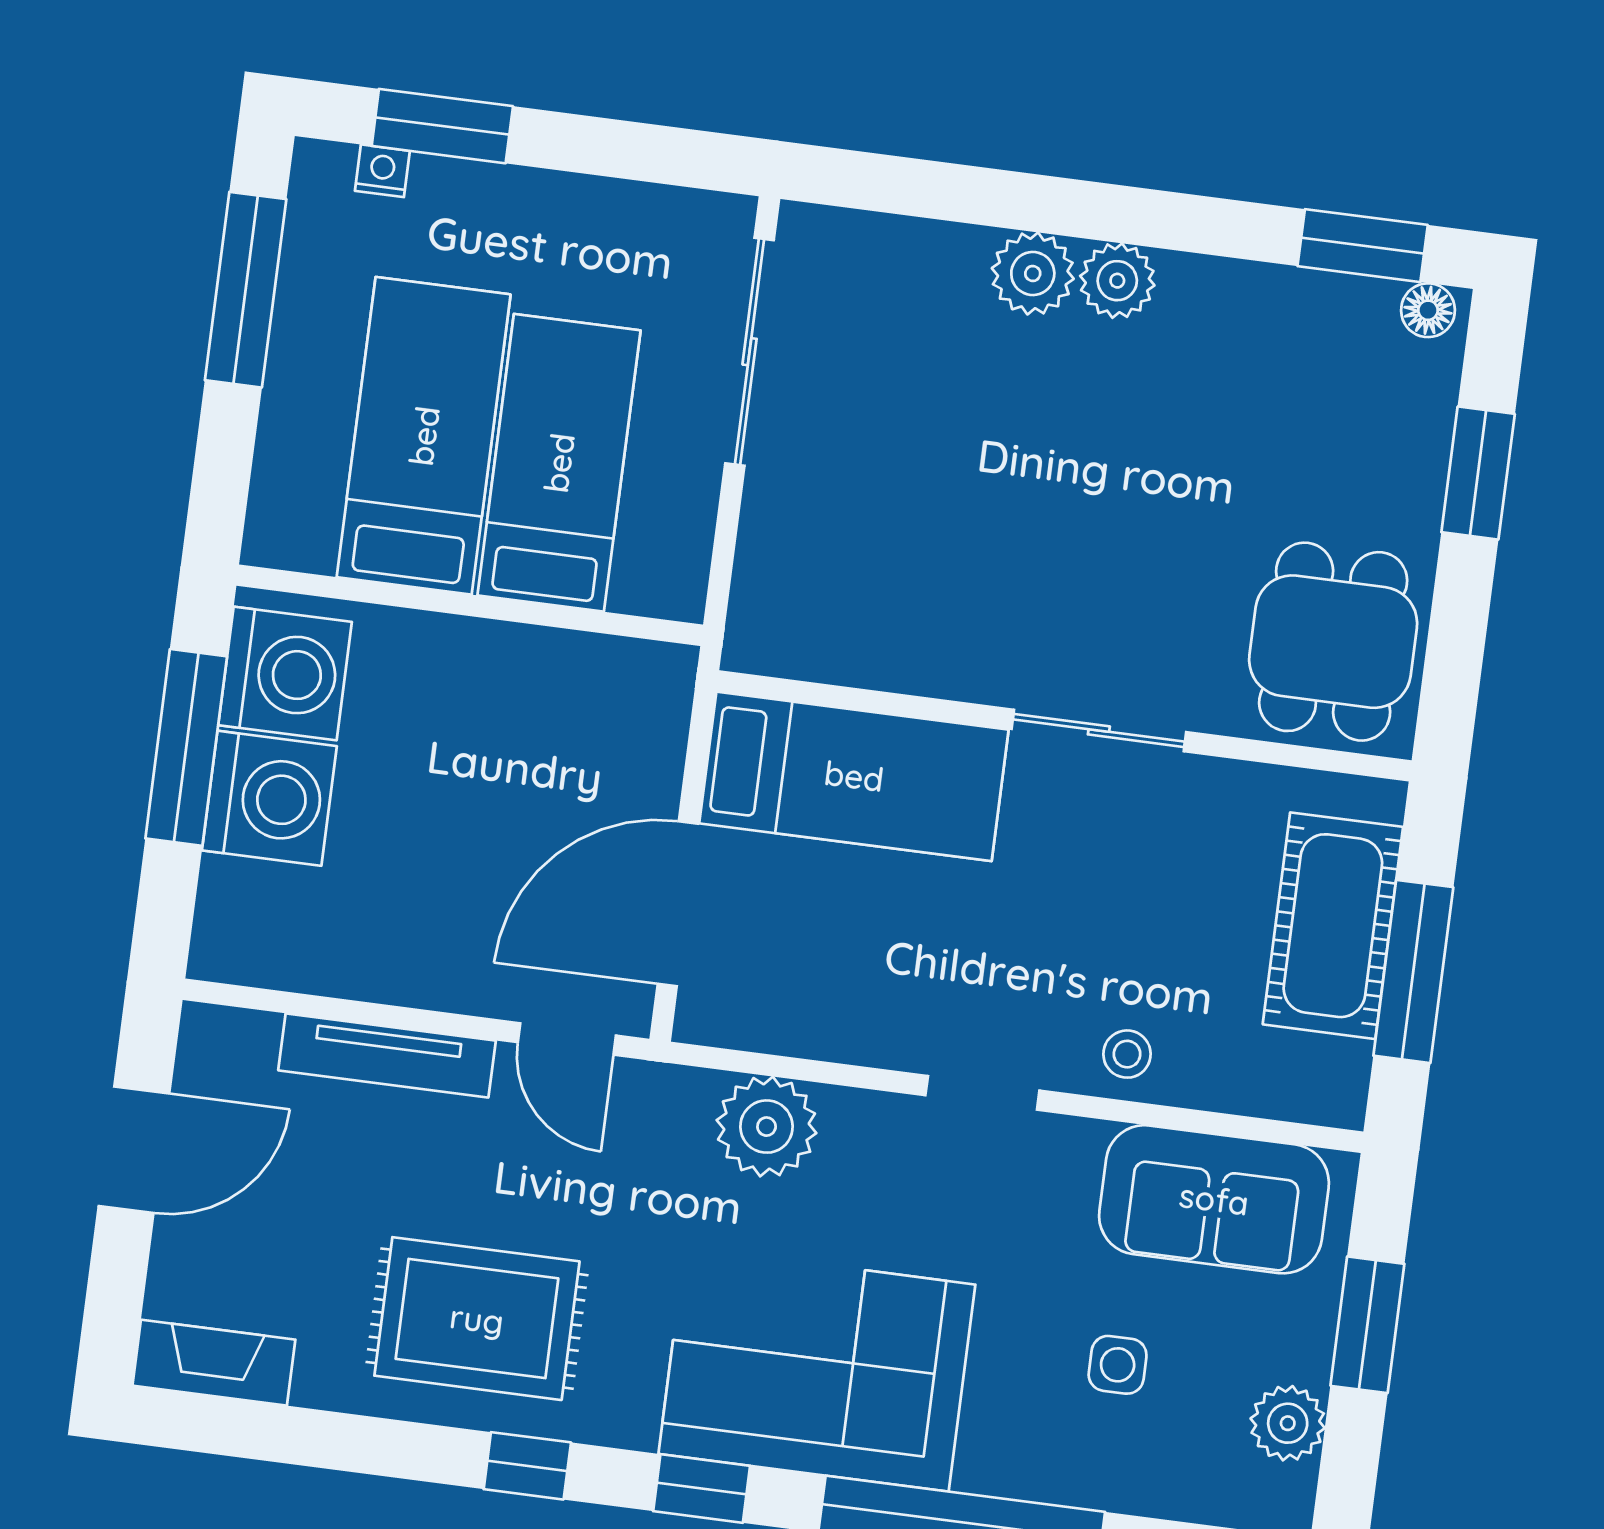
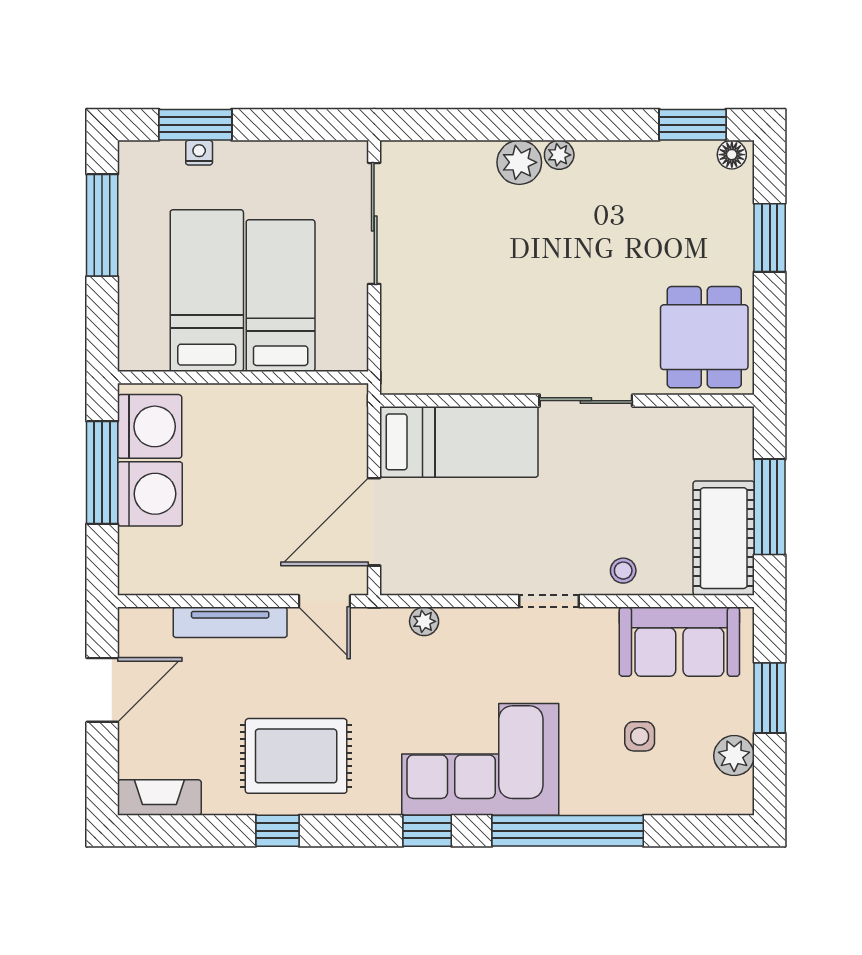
nightstand: (382, 171) -> (199, 153), moved
plant: (1117, 281) -> (559, 155), width x0.73, depth x0.73
cot: (1333, 926) -> (724, 538), moved
plant: (767, 1127) -> (424, 621), width x0.53, depth x0.53
window: (527, 1466) -> (277, 831), moved

